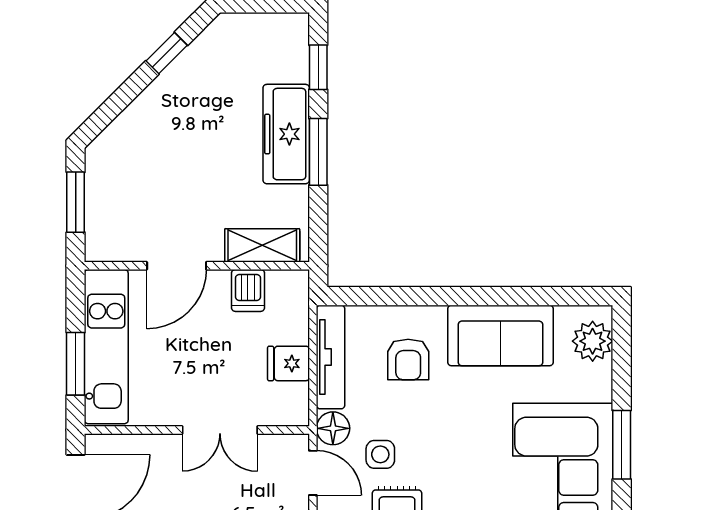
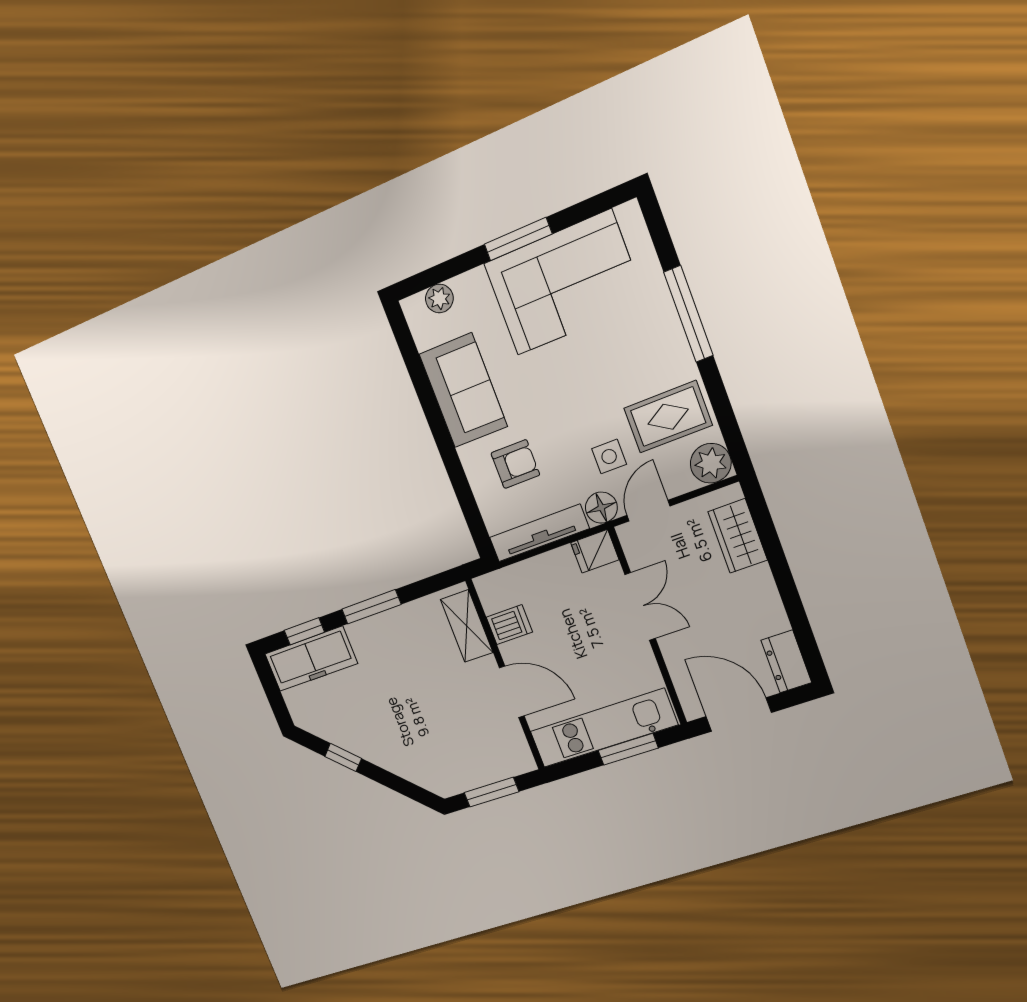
freezer: (286, 134) -> (311, 659), moved
plant: (593, 341) -> (439, 298), width x0.73, depth x0.73
fridge: (289, 363) -> (595, 551), moved, turned 90

